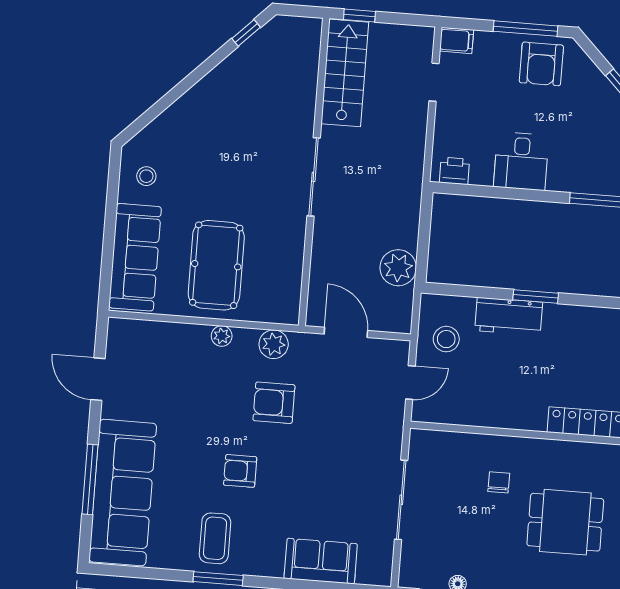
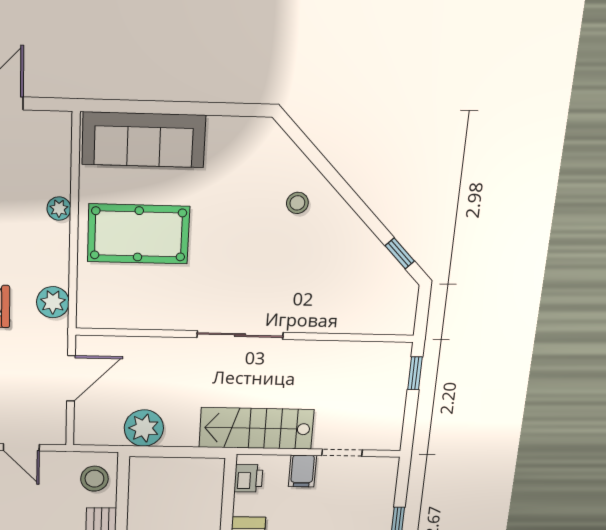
filing cabinet: (457, 40) -> (302, 471), moved
stairs: (345, 73) -> (256, 428), moved, turned 180
stool: (146, 176) -> (297, 203), moved
plant: (222, 336) -> (59, 209), moved
stool: (446, 339) -> (94, 479), moved

